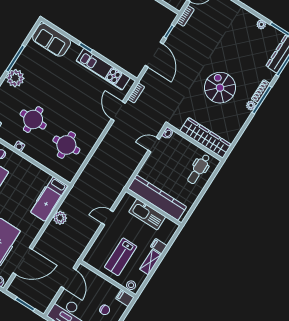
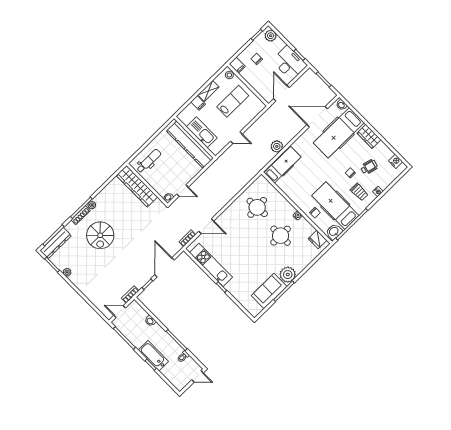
sofa: (52, 40) -> (269, 291), moved, turned -90
spiral stairs: (220, 88) -> (100, 235), moved
door: (118, 111) -> (206, 226), hinge flipped

